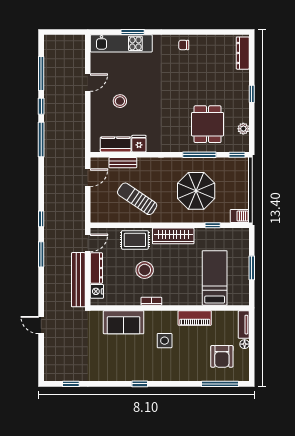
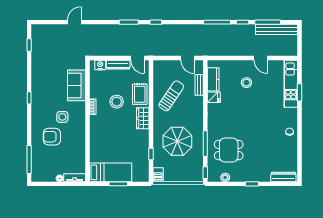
wardrobe: (173, 236) -> (143, 118), width x0.67
bed: (215, 278) -> (111, 172), moved
bench: (78, 280) -> (276, 29), moved
piano: (195, 318) -> (80, 140), removed
armchair: (222, 356) -> (52, 137), moved

